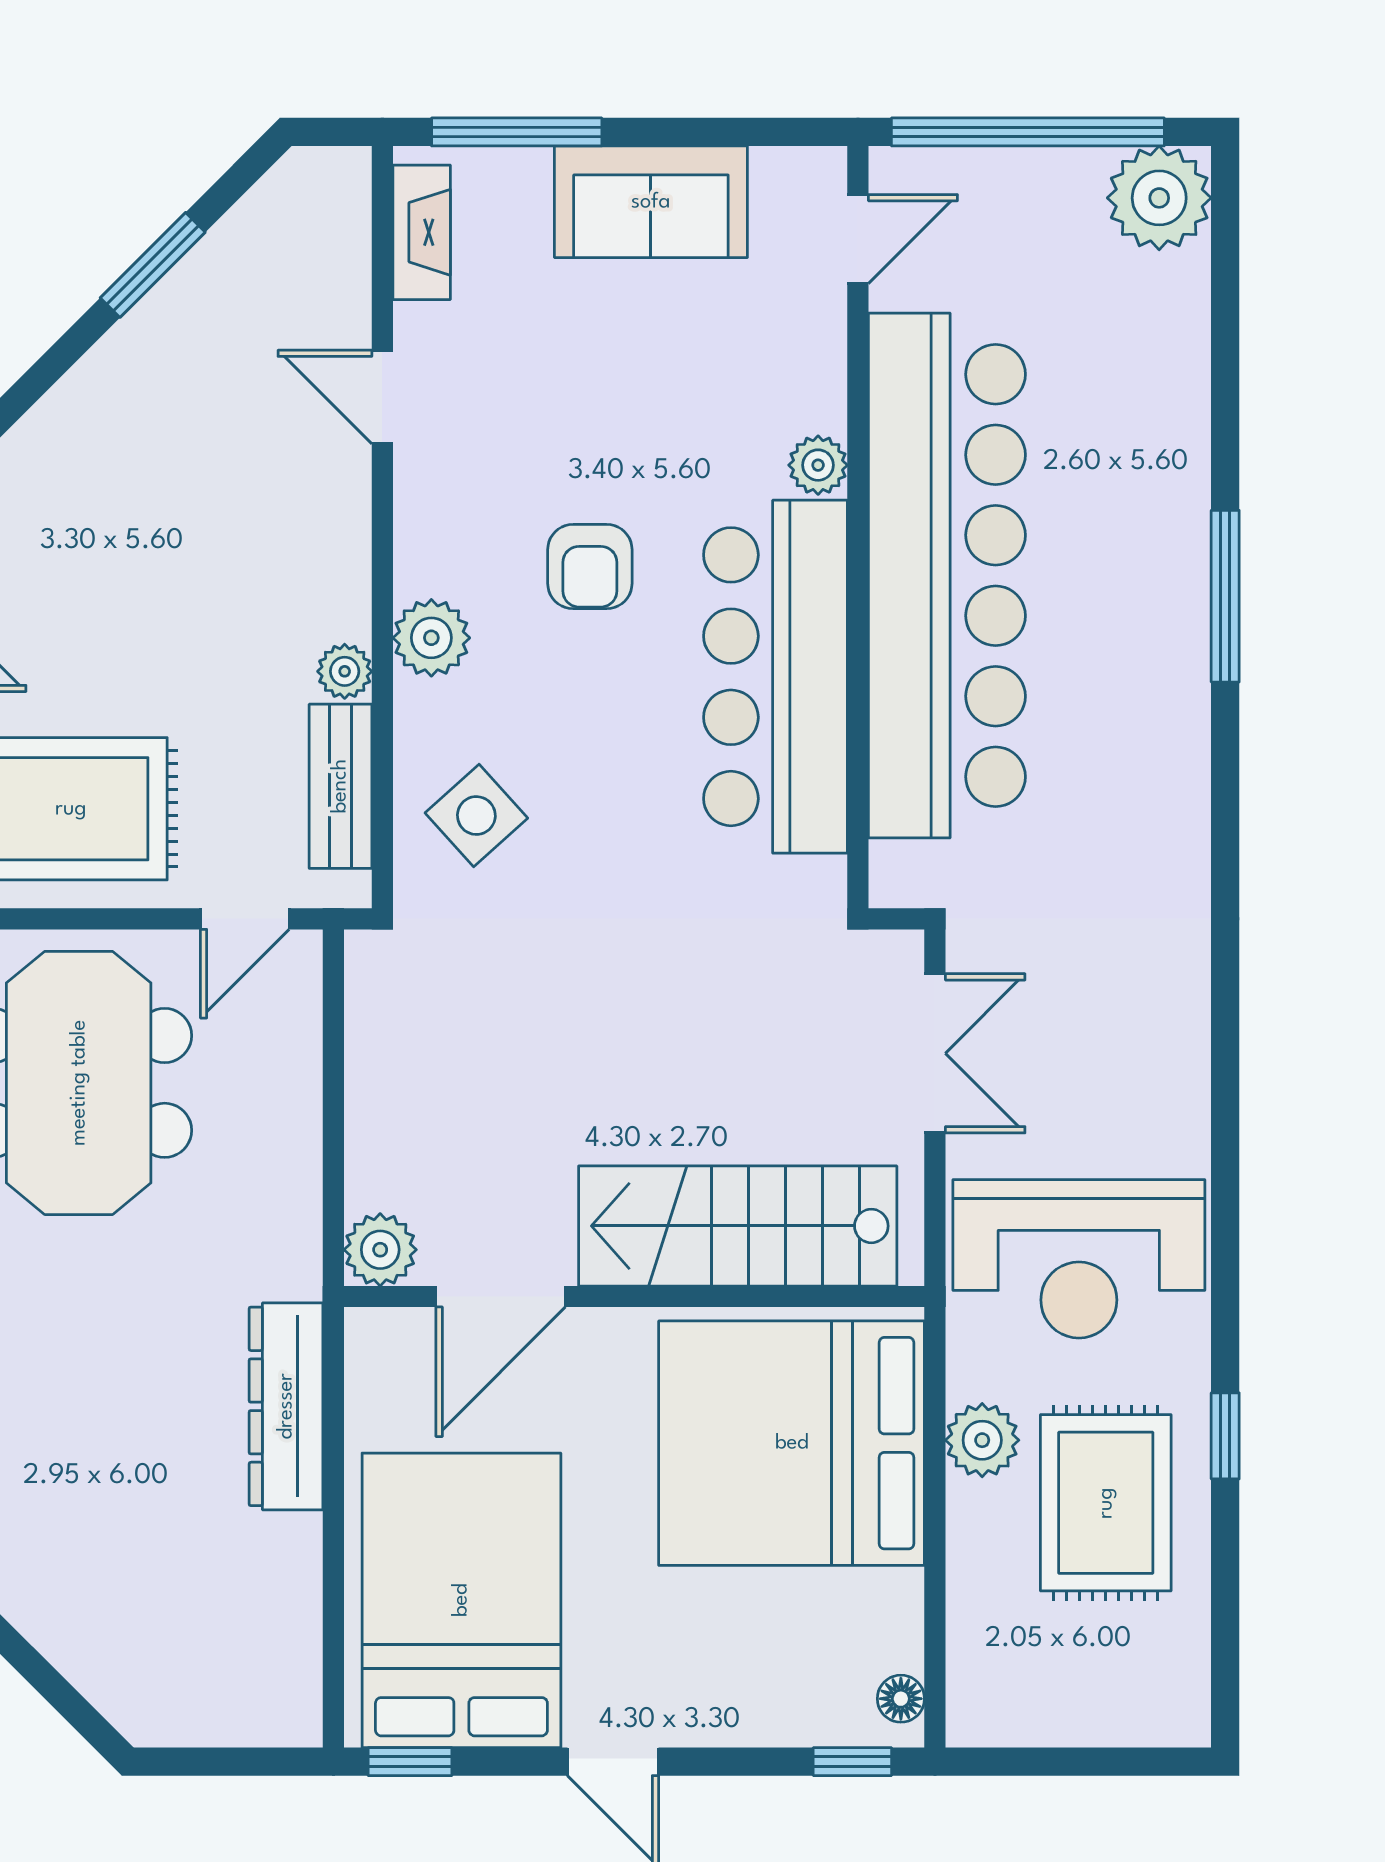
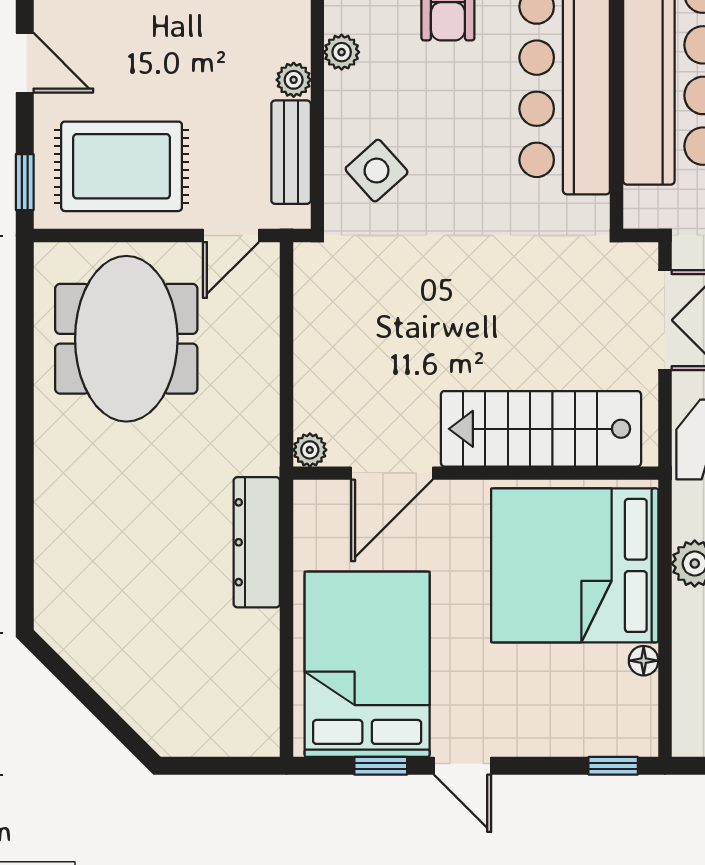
plant: (431, 638) -> (342, 52), width x0.73, depth x0.73
plant: (380, 1250) -> (310, 450), width x0.73, depth x0.73
floor lamp: (901, 1699) -> (644, 661), moved
window: (410, 1762) -> (381, 766), moved

